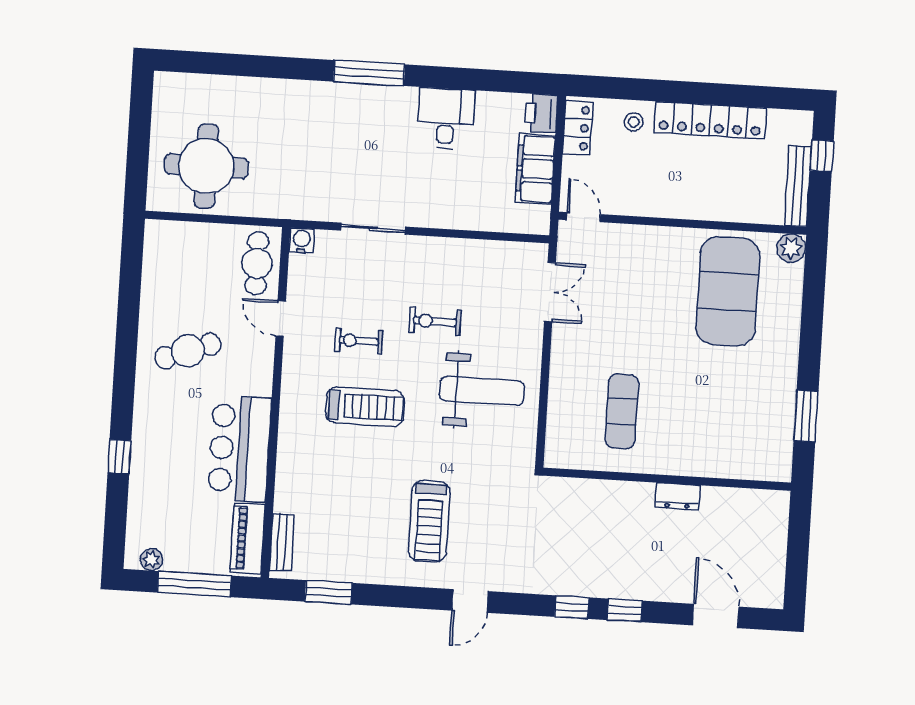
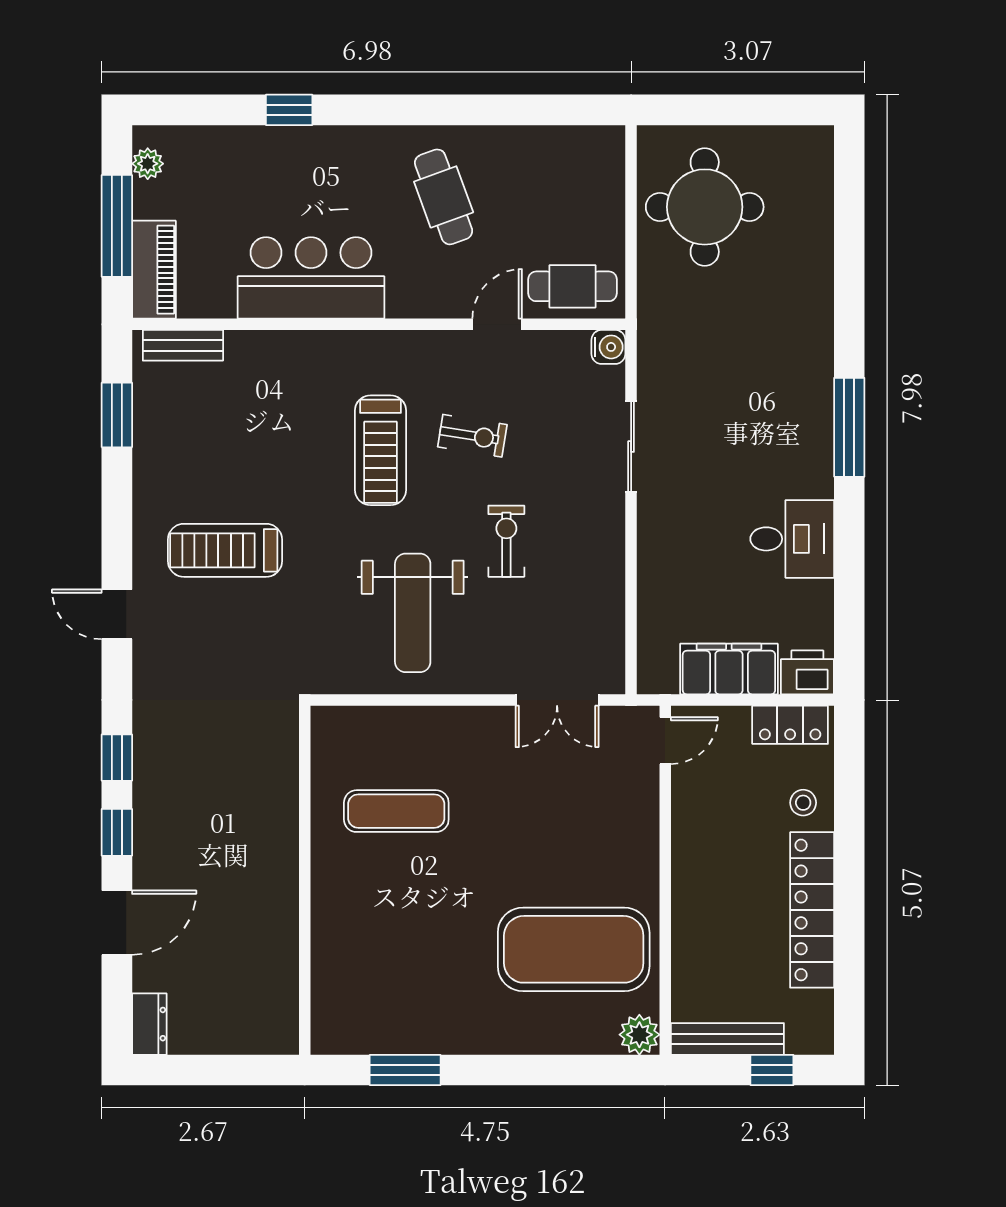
exercise bike: (359, 341) -> (472, 436), turned 99
dresser: (678, 496) -> (149, 1024), moved, turned 180
piano: (248, 538) -> (154, 270), moved, turned 90
door: (716, 616) -> (117, 923), moved

